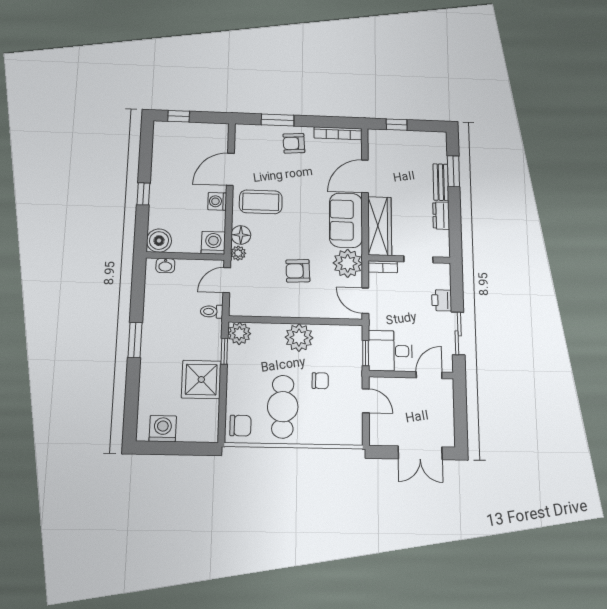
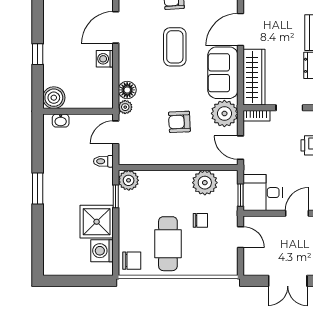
coffee table: (261, 202) -> (175, 47), moved, turned 90
washing machine: (213, 243) -> (103, 98), removed
plant: (299, 338) -> (205, 183), moved
washing machine: (163, 429) -> (102, 251), moved, turned -90

